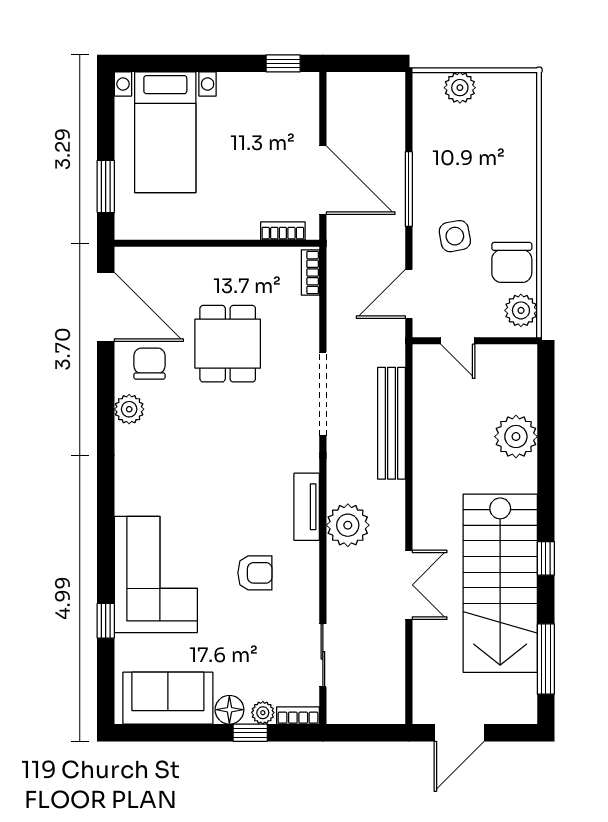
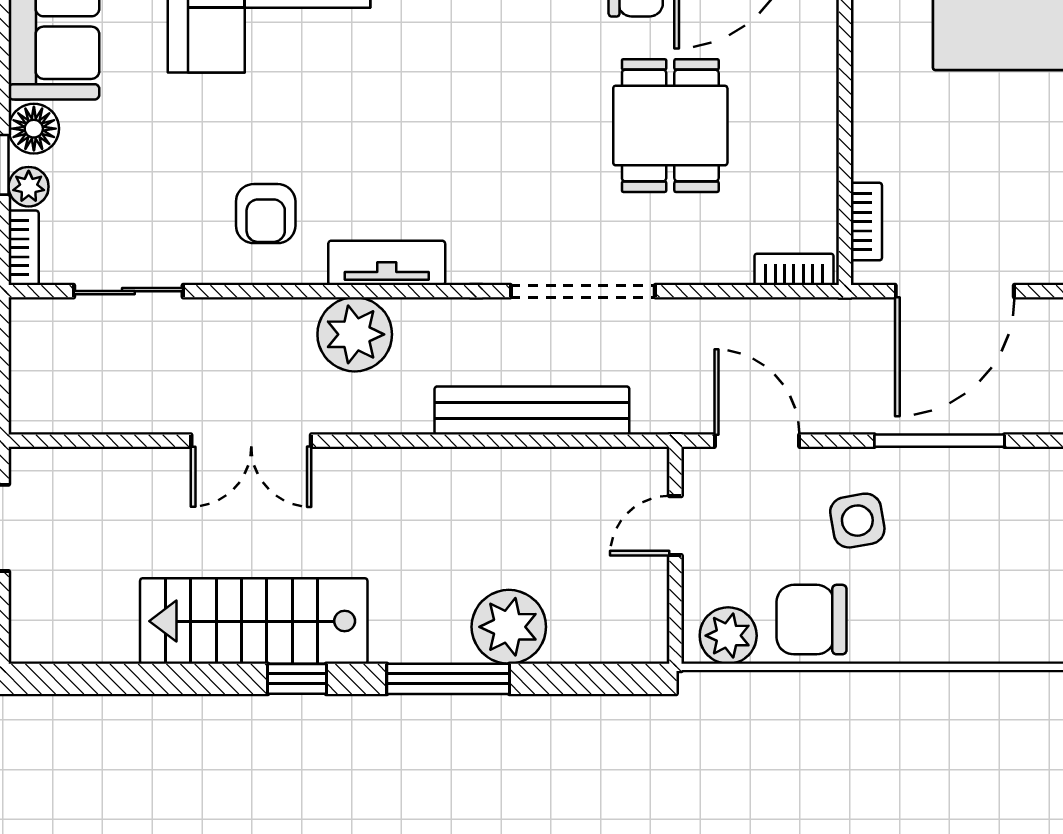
dining table: (228, 344) -> (670, 126), turned 90
armchair: (255, 573) -> (266, 214), moved
stairs: (500, 583) -> (254, 621), width x0.73, depth x0.66
window: (546, 659) -> (448, 679), moved

